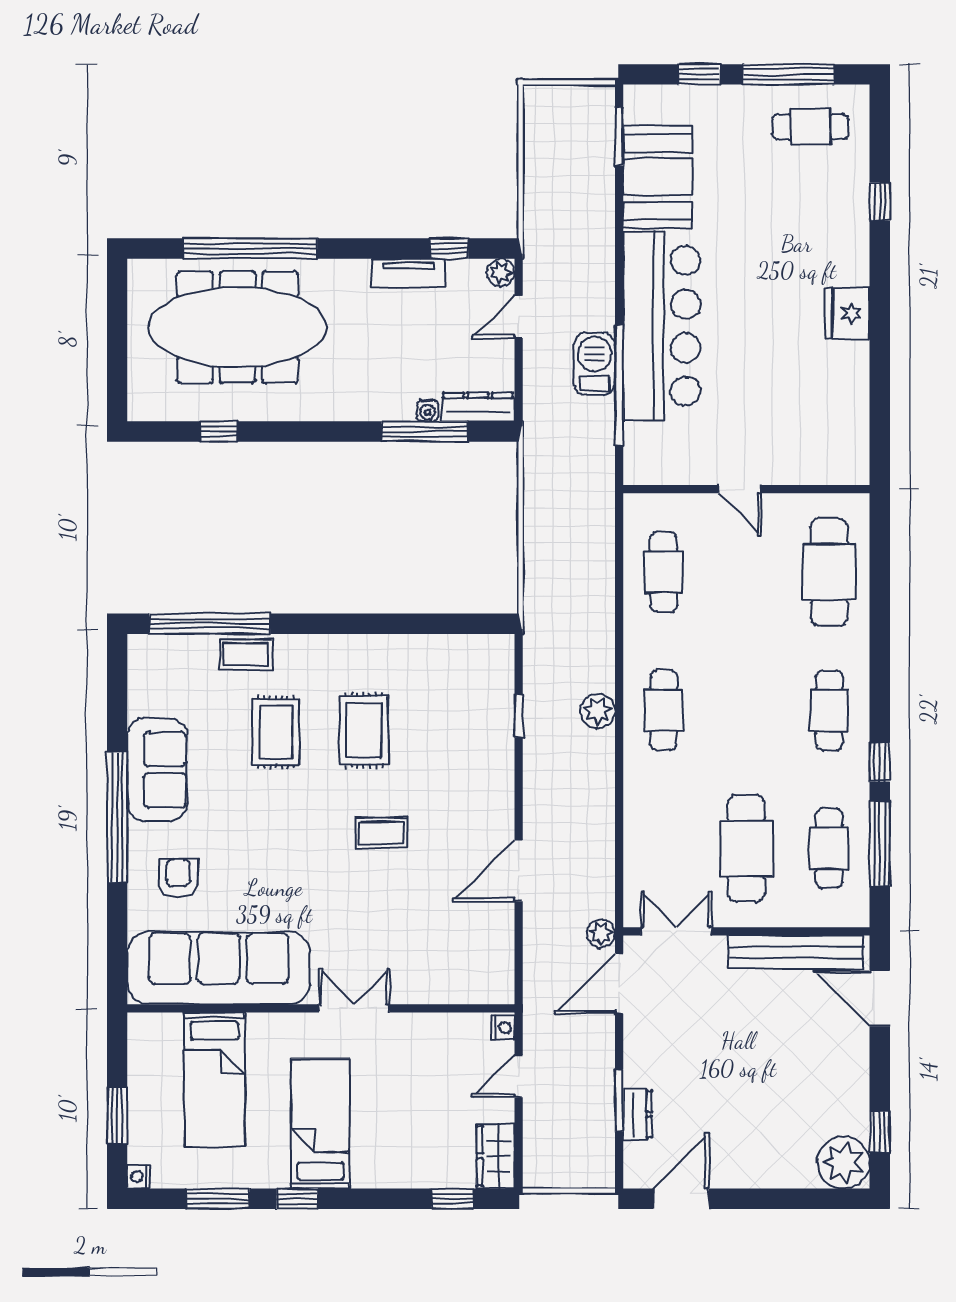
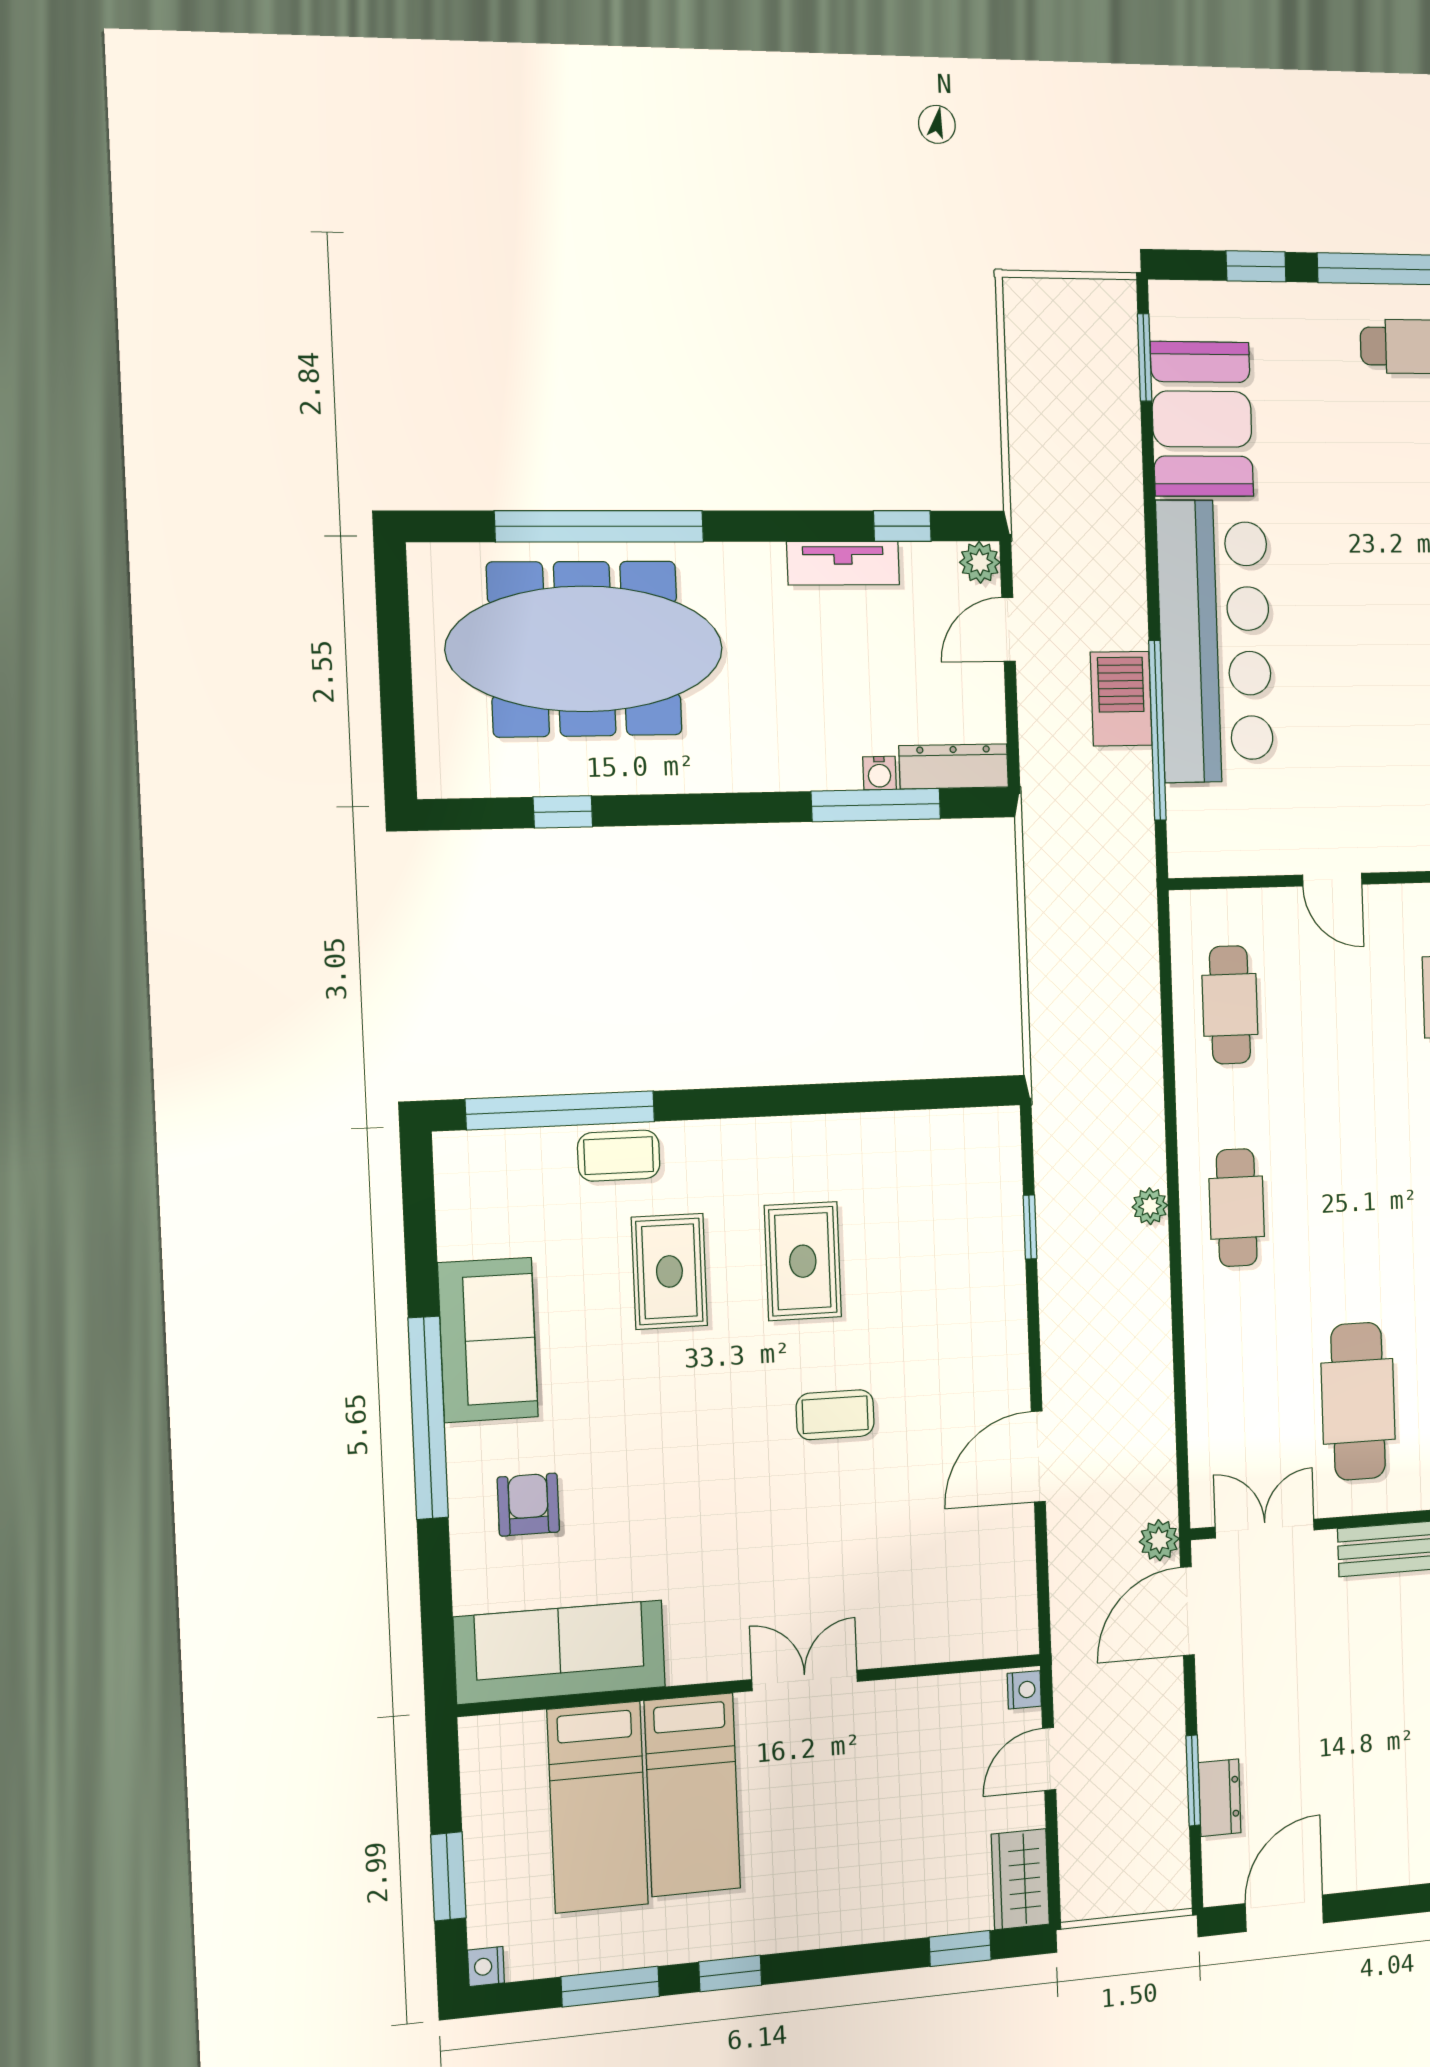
plant: (598, 711) -> (1150, 1206), width x0.73, depth x0.73
sofa: (219, 968) -> (560, 1652), width x0.74, depth x0.79
bed: (320, 1124) -> (692, 1795), moved, turned 180

